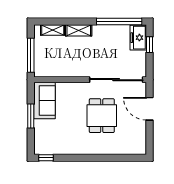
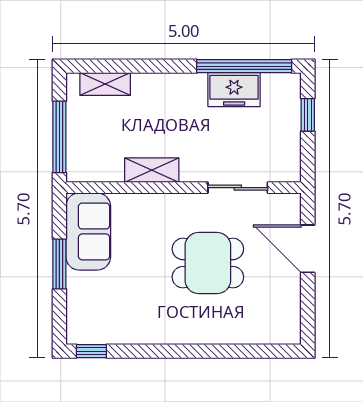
shelving: (79, 30) -> (152, 170), moved
freezer: (138, 38) -> (234, 90), moved, turned -90
sliding door: (116, 80) -> (238, 188), width x0.54
dining table: (102, 116) -> (208, 263), turned 90

